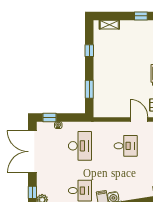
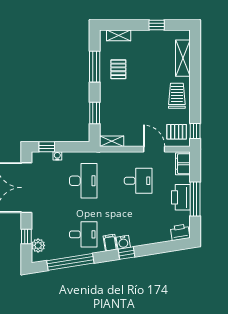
window: (89, 51) -> (95, 67), width x2.17
pallet: (109, 53) -> (118, 69), added
shelving: (103, 113) -> (112, 141), added

